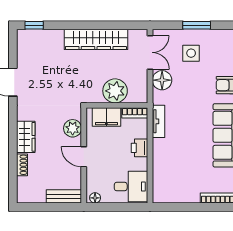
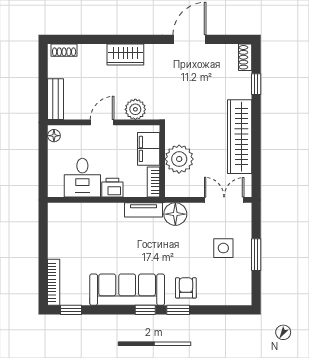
window: (34, 25) -> (256, 84), moved
shoe rack: (28, 35) -> (245, 57), added
double door: (150, 52) -> (224, 200), swing flipped
floor lamp: (162, 80) -> (175, 214), moved
shoe rack: (22, 165) -> (64, 50), moved
desk: (131, 187) -> (82, 178), moved

